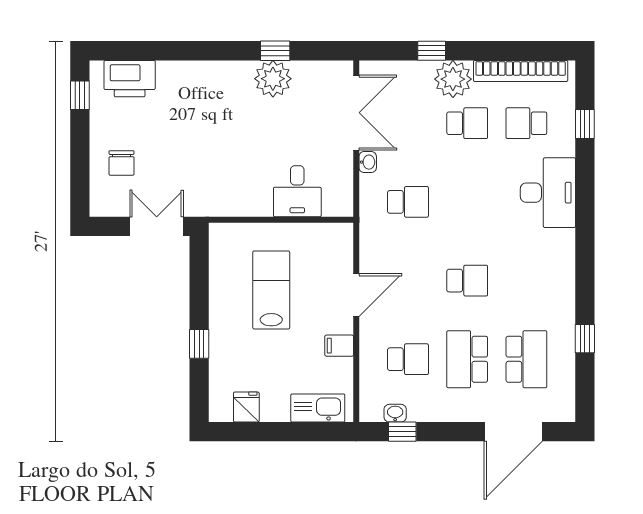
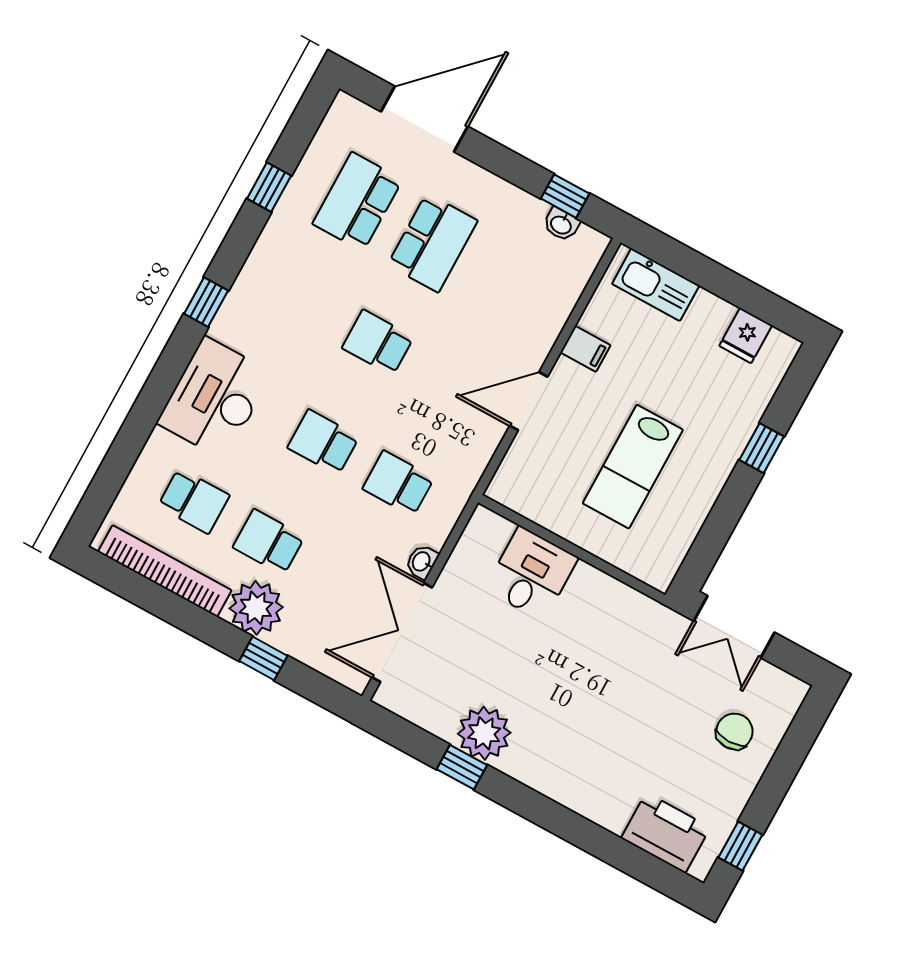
window: (585, 124) -> (206, 302), moved
school desk: (408, 359) -> (323, 442), moved

